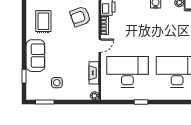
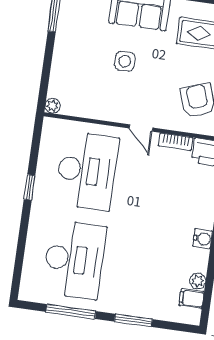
fireplace: (94, 73) -> (94, 110), removed
side table: (57, 83) -> (125, 61), moved

